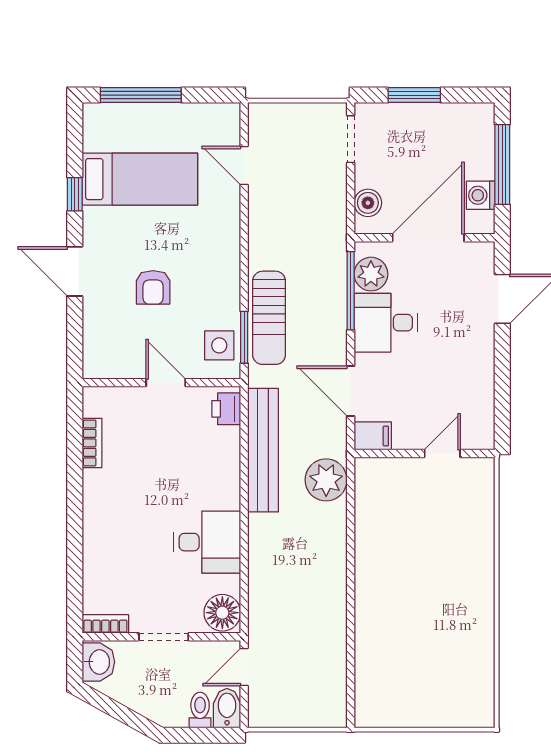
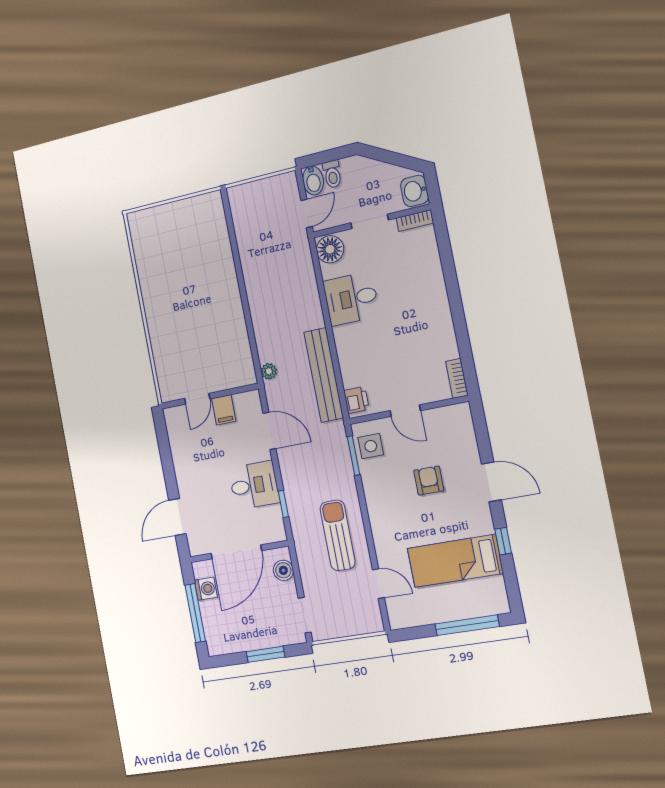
plant: (371, 274) -> (271, 519), removed
window: (351, 291) -> (283, 504), width x0.46
sun lounger: (269, 318) -> (338, 535), moved
filing cabinet: (373, 436) -> (224, 410), moved, turned -90
bookcase: (92, 443) -> (457, 378), moved
plant: (326, 480) -> (269, 371), width x0.53, depth x0.53

